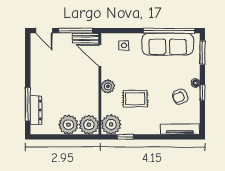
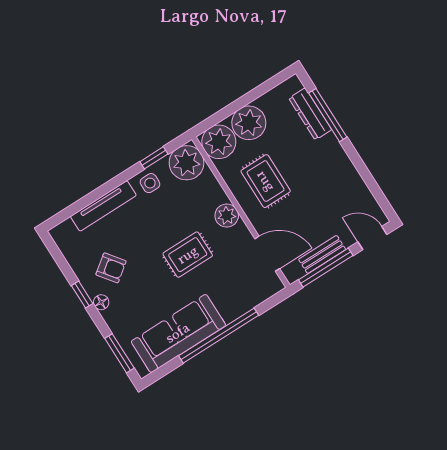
window: (169, 31) -> (219, 336), moved
bench: (86, 38) -> (322, 254), moved
side table: (124, 45) -> (150, 183), moved
rug: (78, 91) -> (266, 181), added
armchair: (180, 97) -> (111, 268), turned 73
rug: (135, 99) -> (188, 255), moved
tv unit: (180, 129) -> (103, 206), moved

